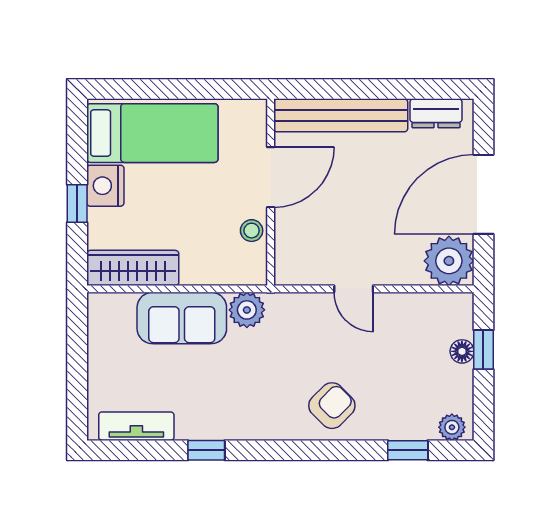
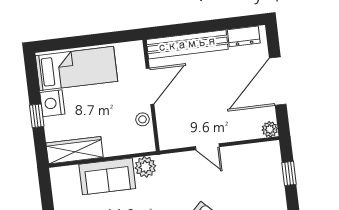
plant: (449, 261) -> (270, 129), width x0.53, depth x0.53
floor lamp: (462, 351) -> (276, 176), removed

